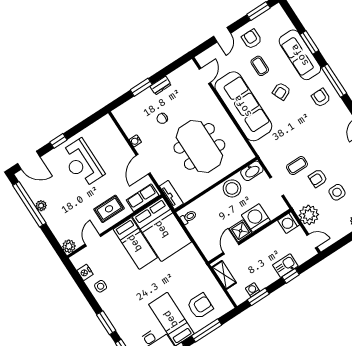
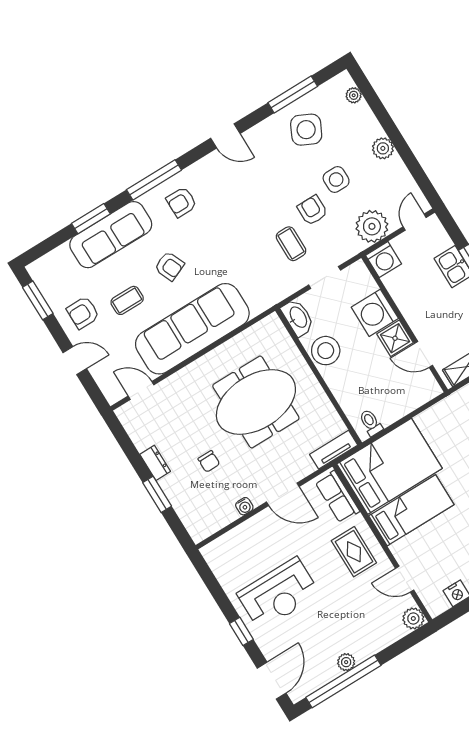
armchair: (318, 178) -> (312, 210), turned 180

